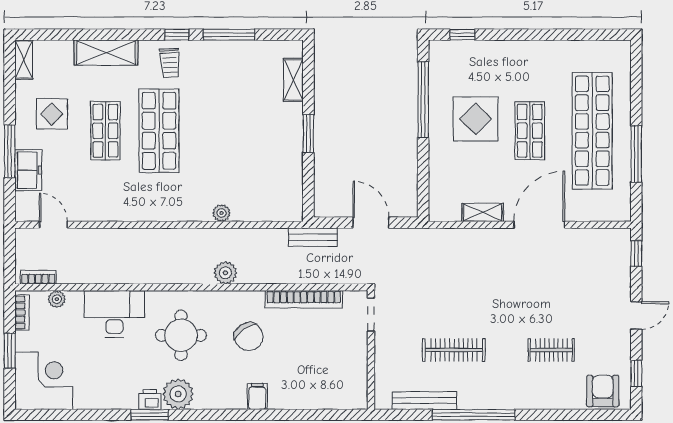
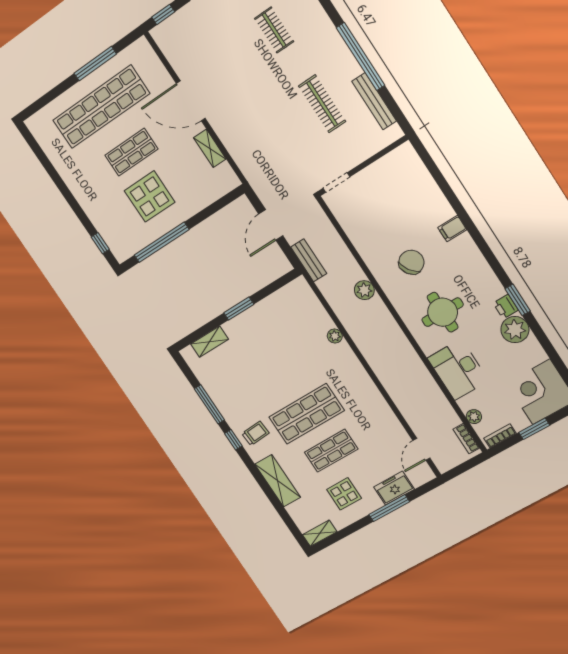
plant: (225, 273) -> (364, 290), moved
bookcase: (304, 299) -> (358, 239), removed
plant: (178, 394) -> (515, 330), moved

